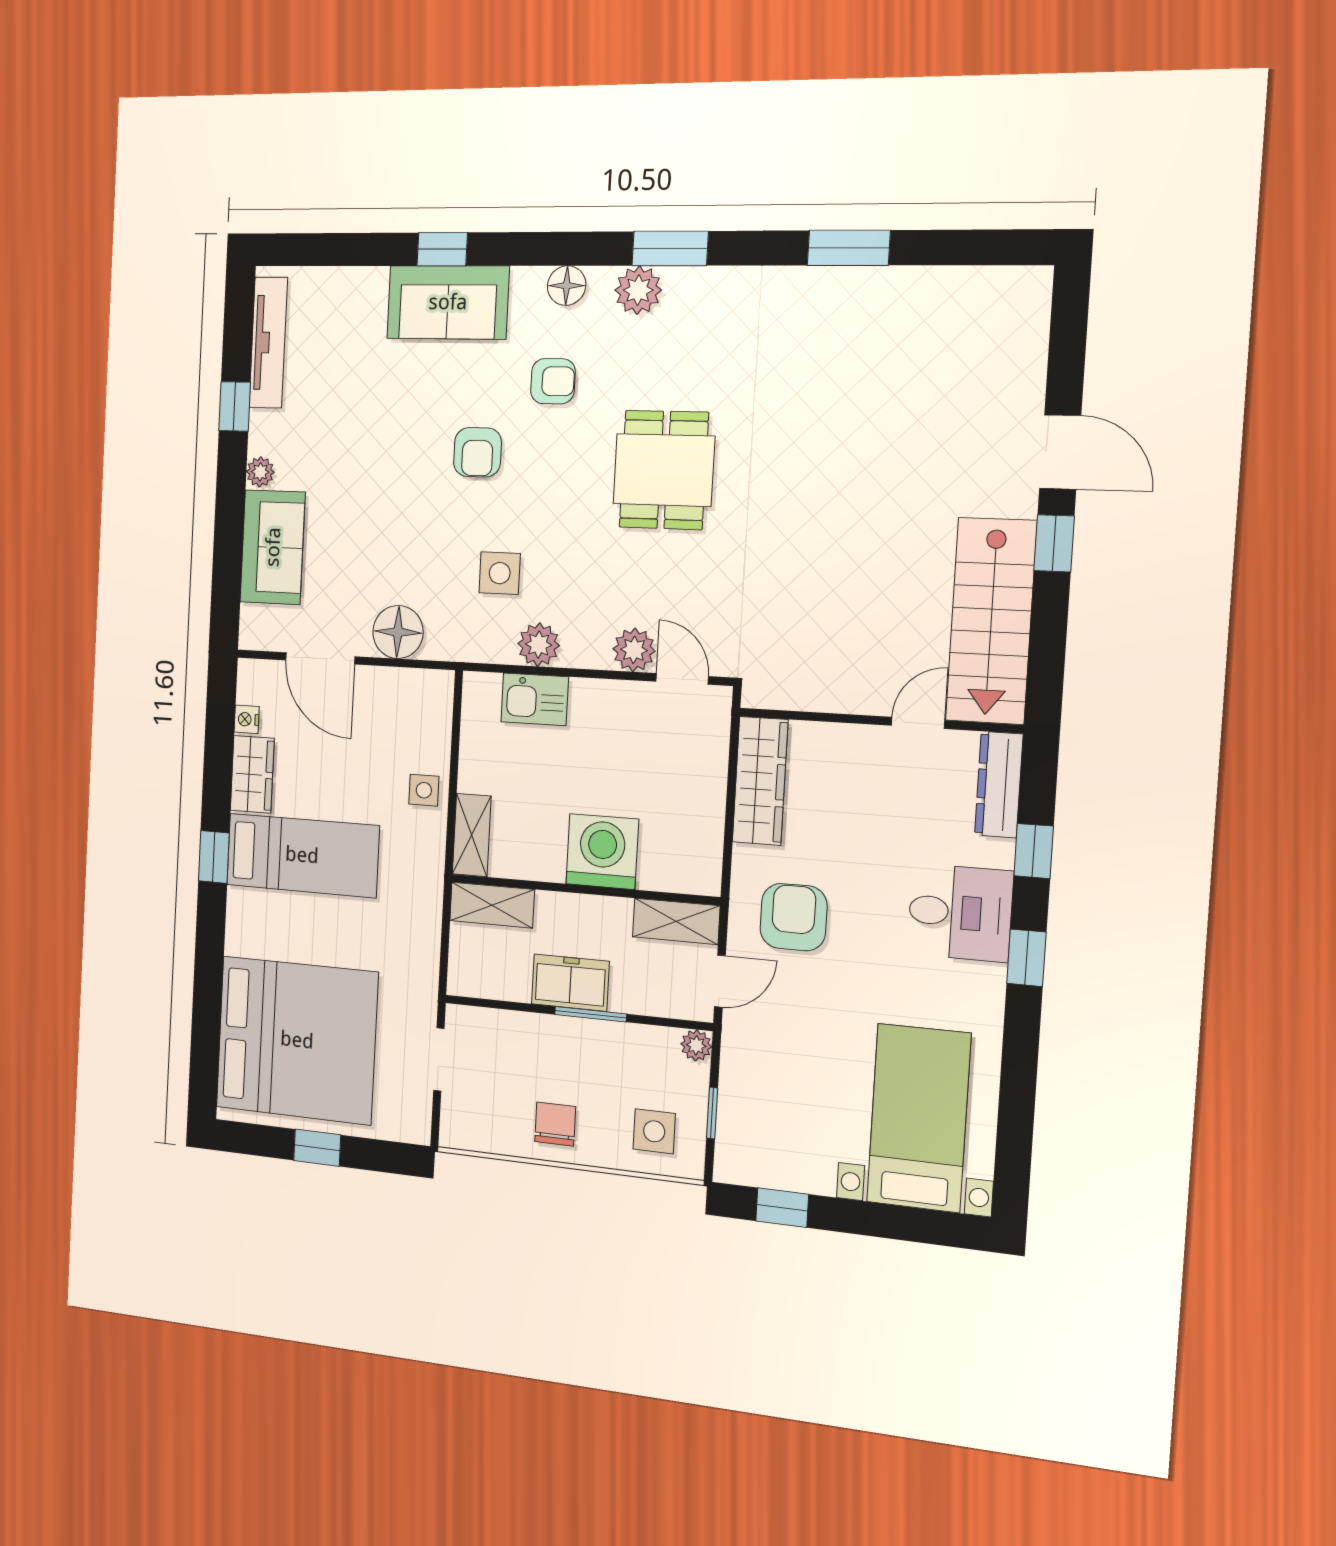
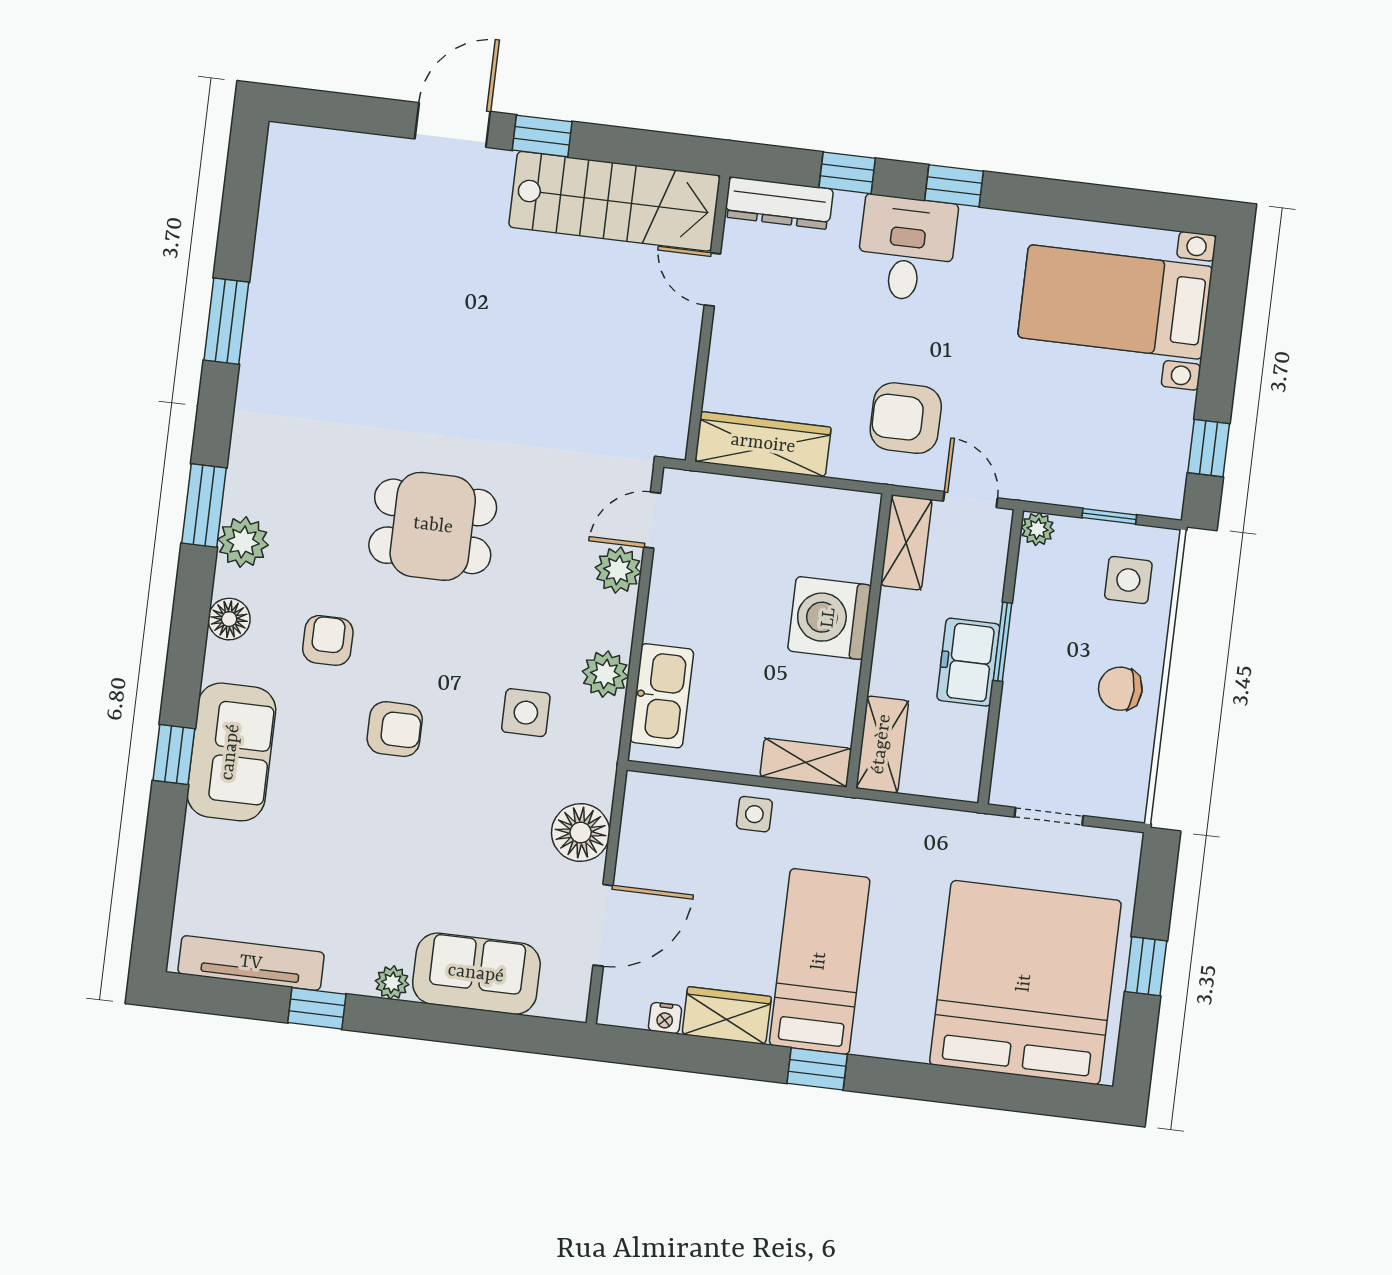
kitchen sink: (535, 699) -> (662, 696), width x1.38

